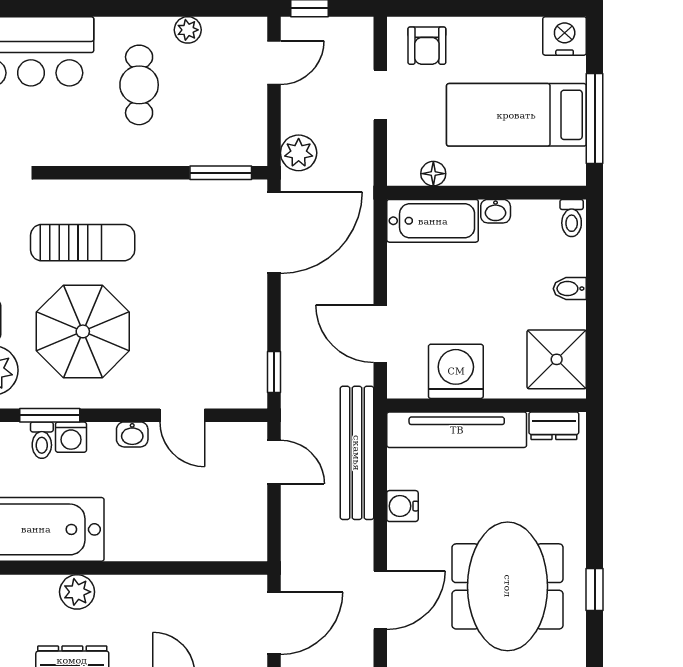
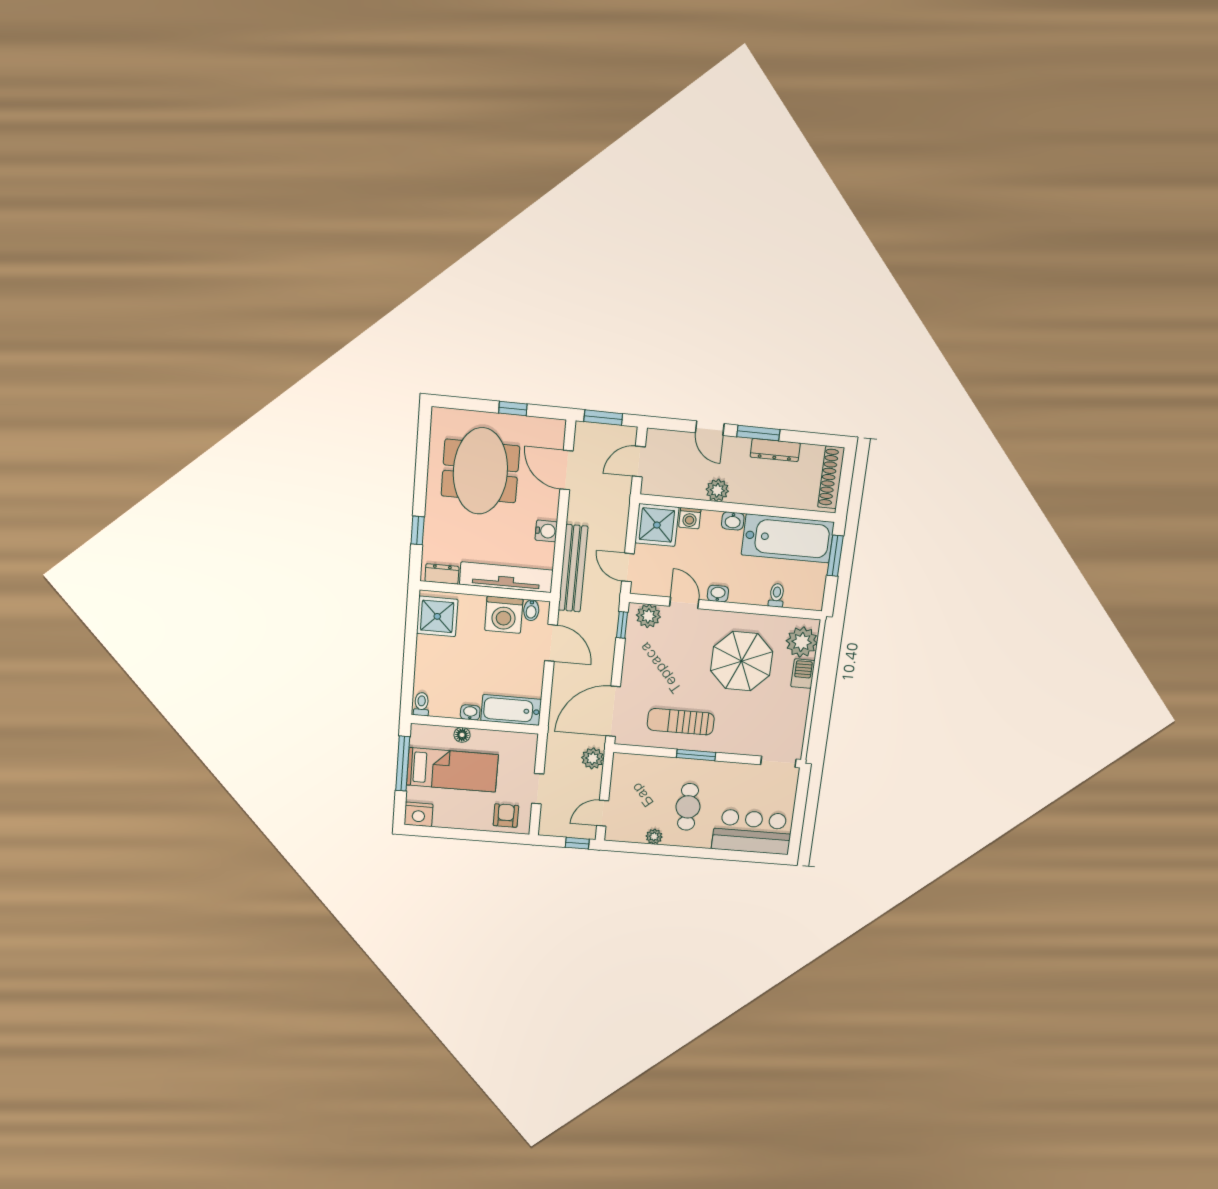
window: (221, 173) -> (696, 755), moved
floor lamp: (433, 174) -> (462, 735), moved
sun lounger: (83, 243) -> (681, 722), moved
bidet: (570, 289) -> (531, 610), moved, turned 90
plant: (235, 390) -> (648, 616), added
window: (50, 415) -> (769, 611), removed
washing machine: (71, 437) -> (690, 518), moved, turned 180
shower: (237, 531) -> (657, 525), added
washbasin: (123, 548) -> (733, 521), added
window: (595, 589) -> (418, 530), moved
plant: (77, 592) -> (717, 490), moved
door: (380, 600) -> (567, 470), hinge flipped
door: (274, 623) -> (639, 462), width x0.73

